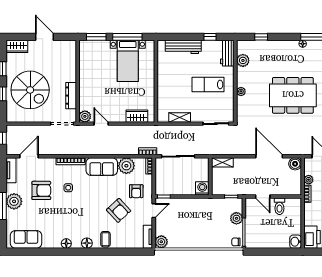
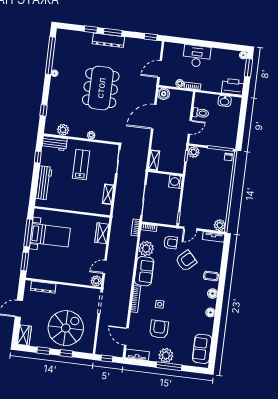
lab bench: (208, 84) -> (81, 165), turned 180
dresser: (71, 96) -> (43, 287), moved
door: (154, 211) -> (190, 229), swing flipped
plant: (236, 218) -> (194, 152), moved
washbasin: (296, 242) -> (225, 101), moved

